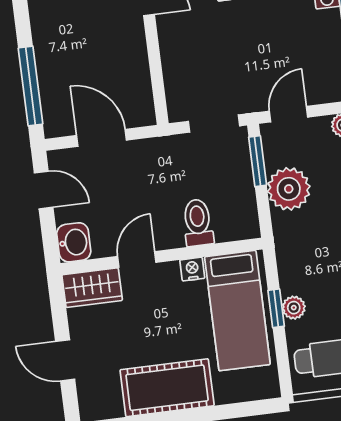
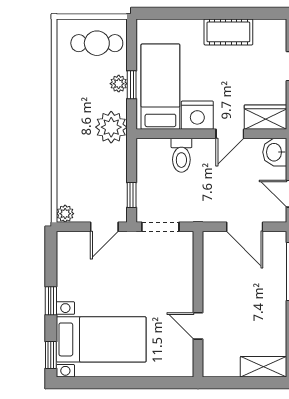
window: (258, 161) -> (132, 195), width x0.67
plant: (289, 189) -> (111, 127), moved
nightstand: (192, 269) -> (197, 115), width x1.89, depth x1.79
cot: (167, 388) -> (228, 32), width x0.73, depth x0.75

